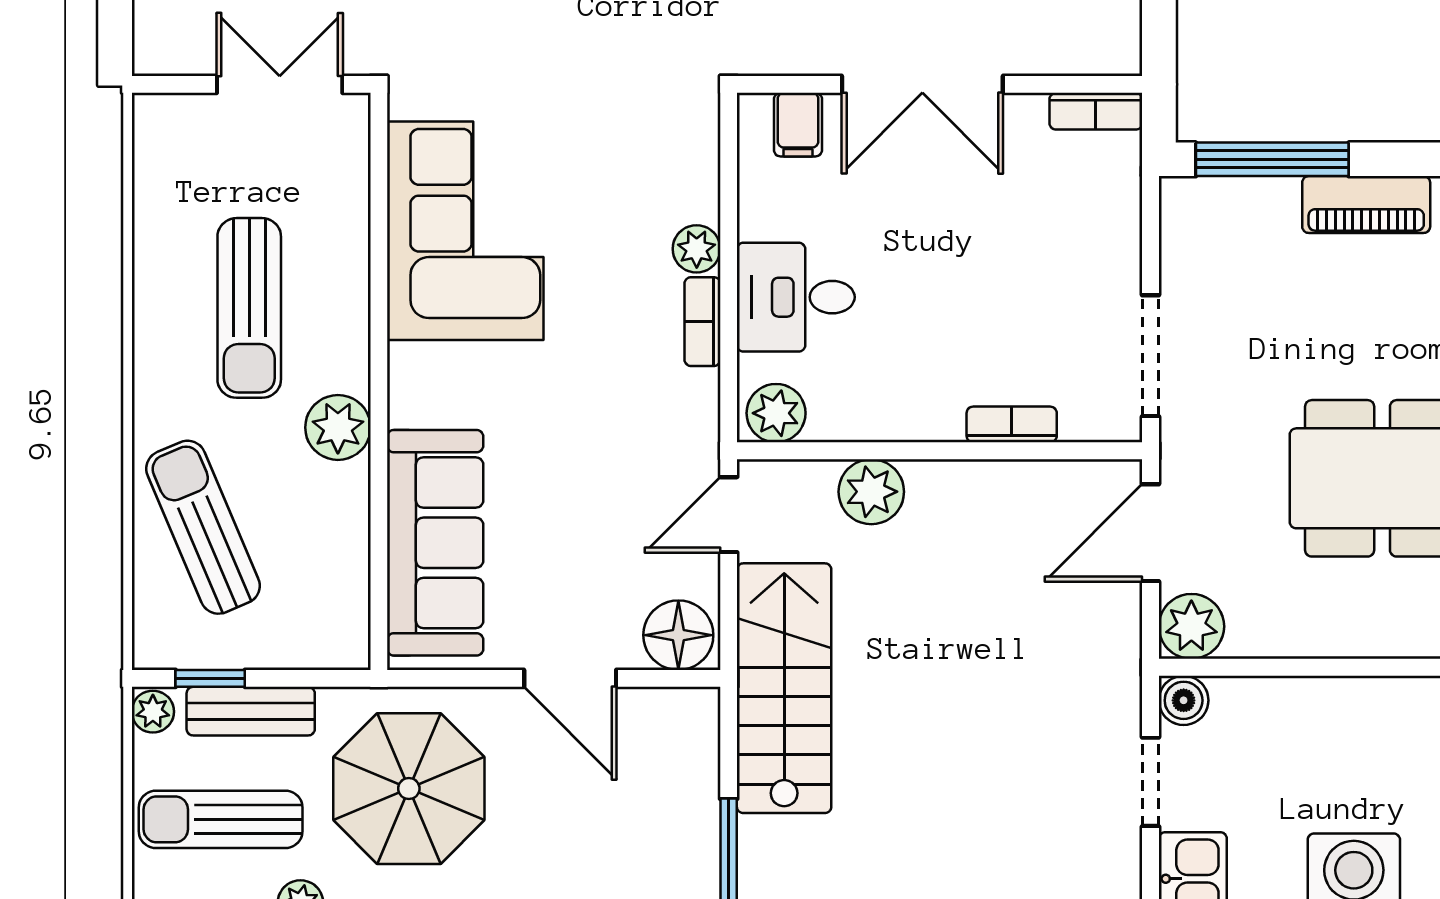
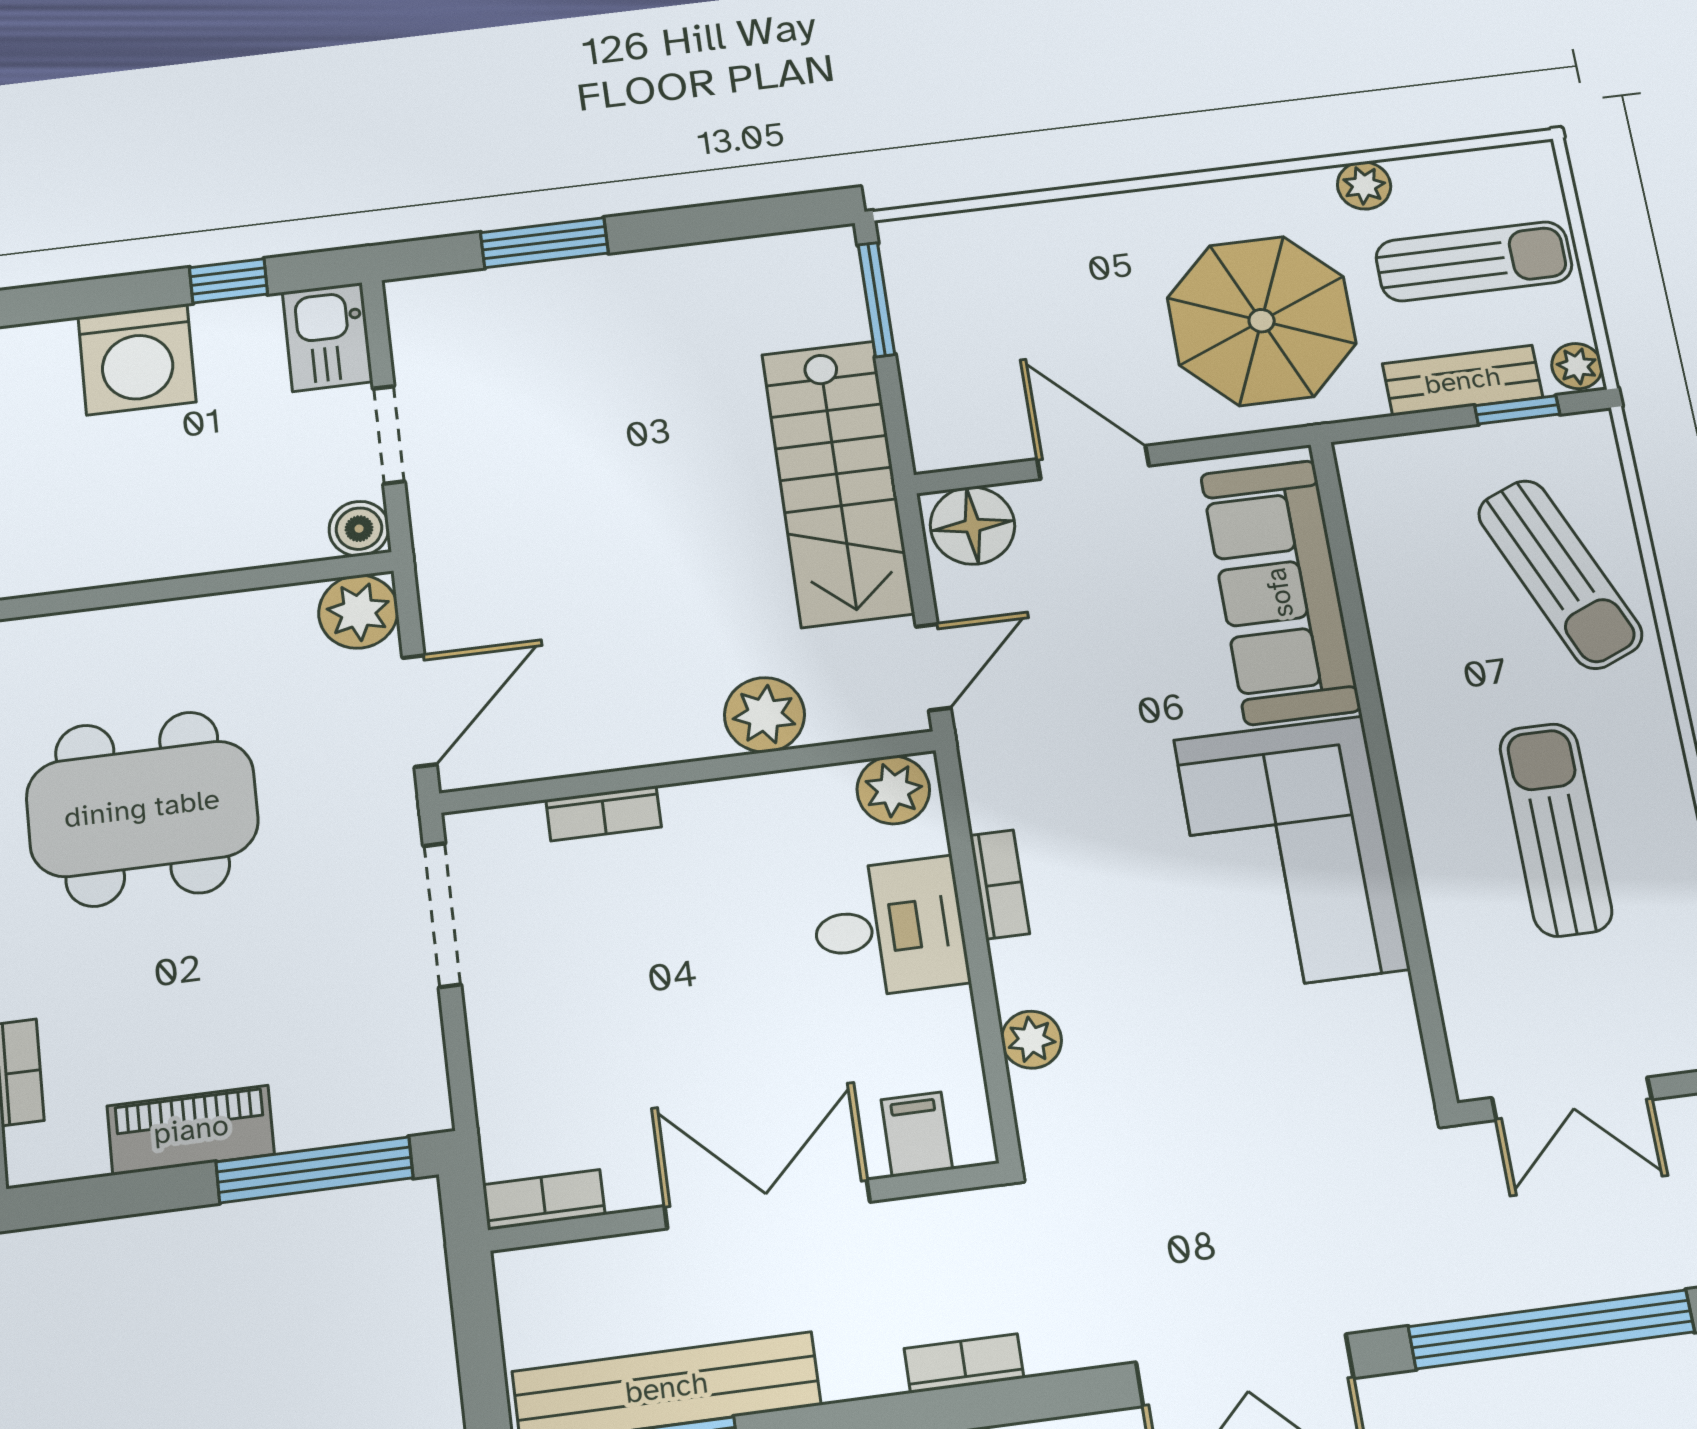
corner sofa: (465, 231) -> (1291, 854), moved
plant: (697, 249) -> (1031, 1040), moved
plant: (338, 427) -> (1421, 706), removed

